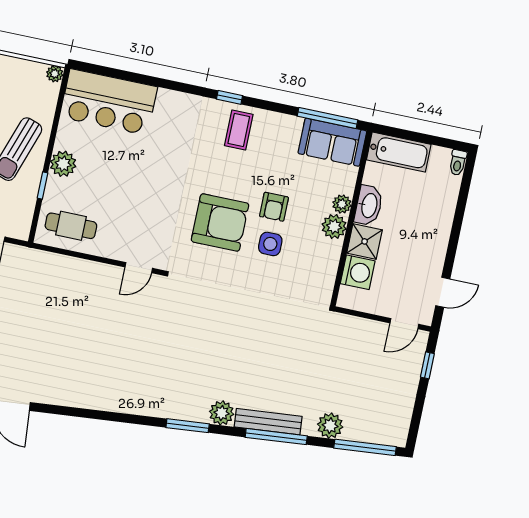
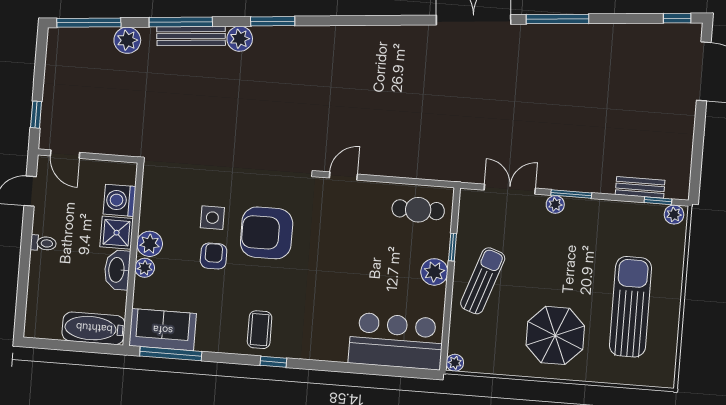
toilet: (458, 163) -> (43, 243), moved, turned 90
door: (404, 324) -> (65, 154), swing flipped

